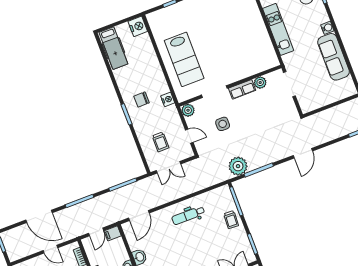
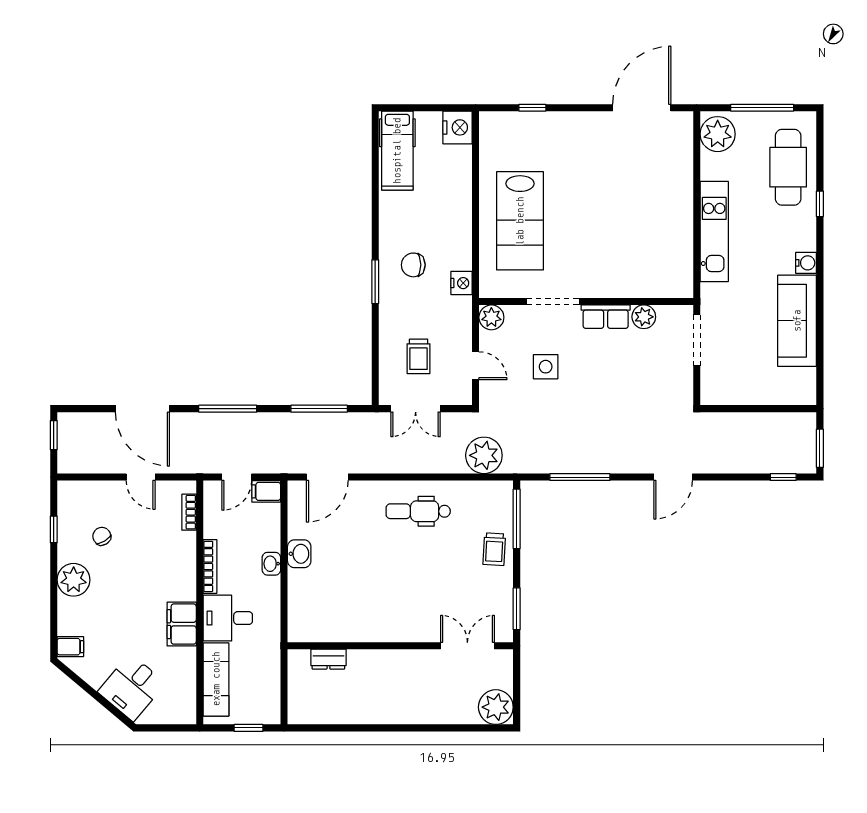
plant: (238, 166) -> (484, 455), moved

